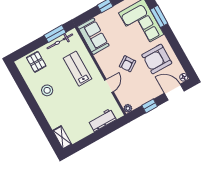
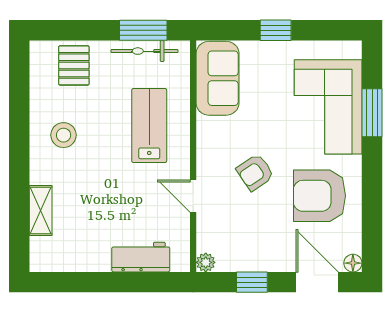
door: (109, 86) -> (193, 196), swing flipped
shelving: (62, 137) -> (41, 211), moved

